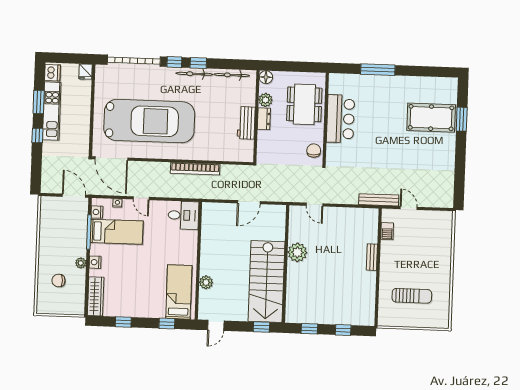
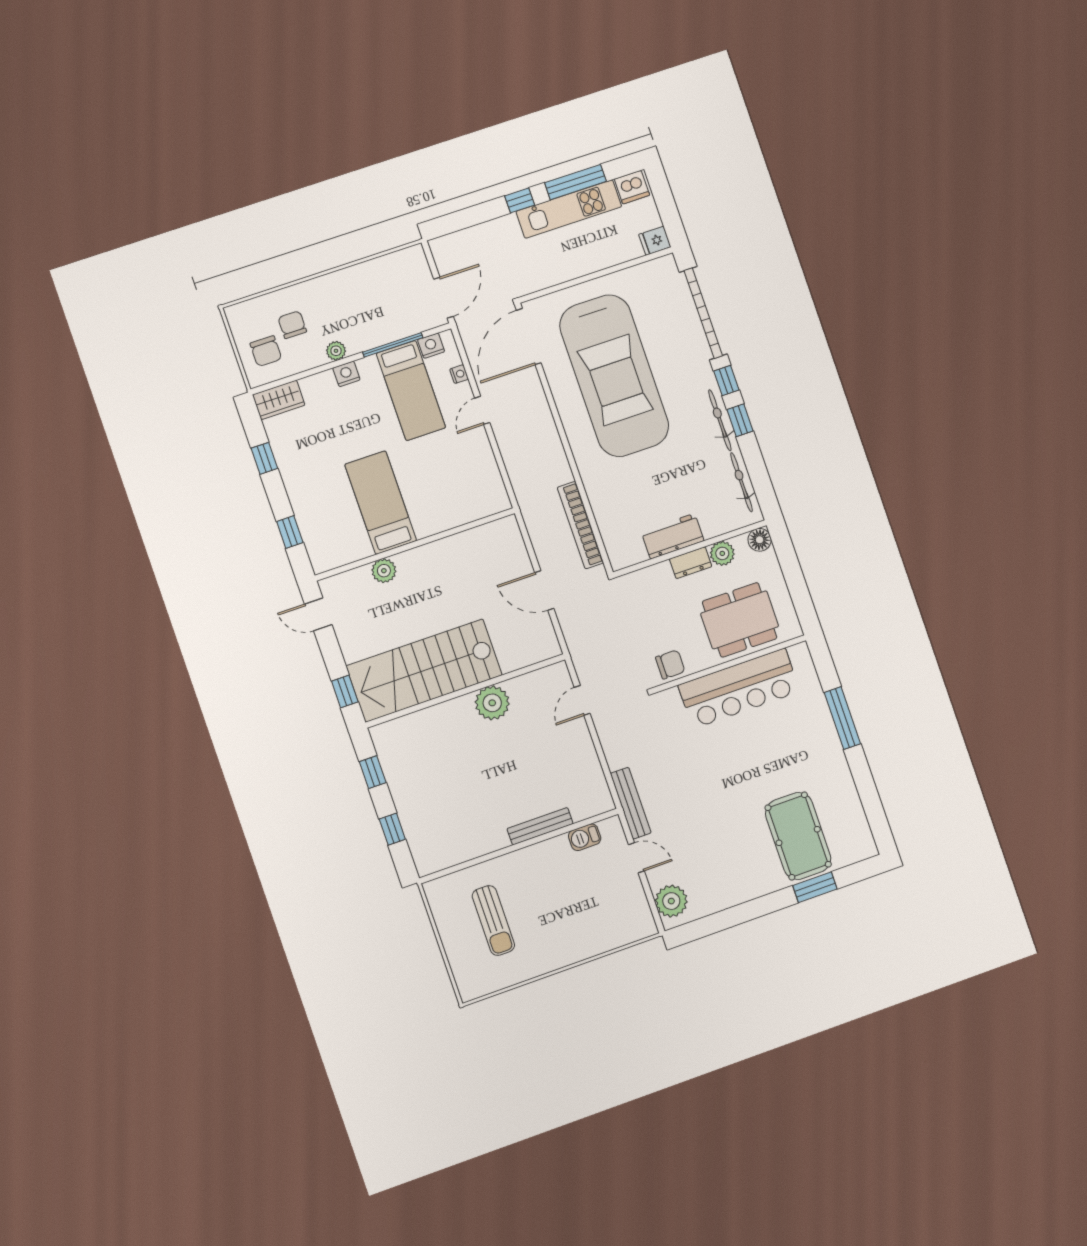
window: (39, 102) -> (575, 182), width x1.44
bar counter: (341, 119) -> (739, 688), width x1.36
bookcase: (195, 169) -> (580, 525), moved
plant: (439, 198) -> (671, 901), added
door: (409, 208) -> (636, 858), hinge flipped
desk: (183, 215) -> (481, 491), removed
bench: (372, 257) -> (540, 826), width x1.36
bed: (179, 292) -> (381, 503), moved, turned -90
wardrobe: (96, 296) -> (279, 400), width x0.67
chair: (67, 300) -> (266, 351), added

